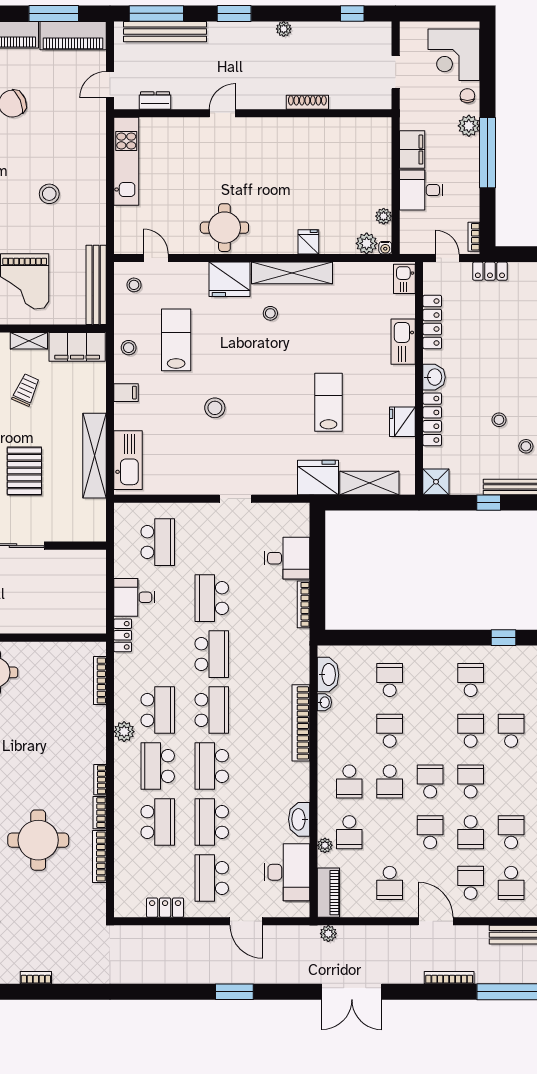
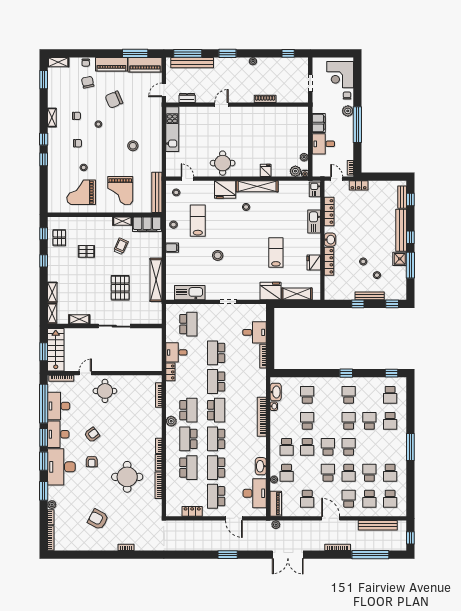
kitchen sink: (128, 460) -> (190, 293), moved, turned -90
shower: (436, 482) -> (331, 293), removed
window: (503, 638) -> (346, 373), moved
school desk: (212, 654) -> (216, 382), turned 180

